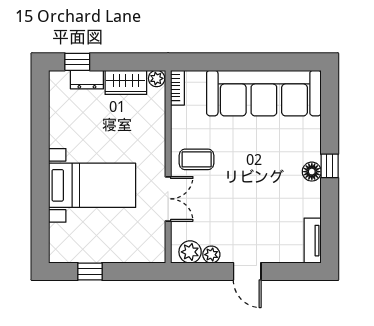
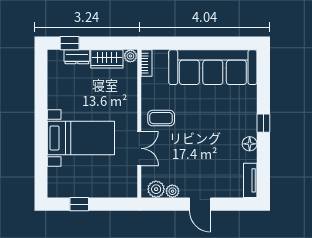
floor lamp: (312, 172) -> (250, 144), moved

